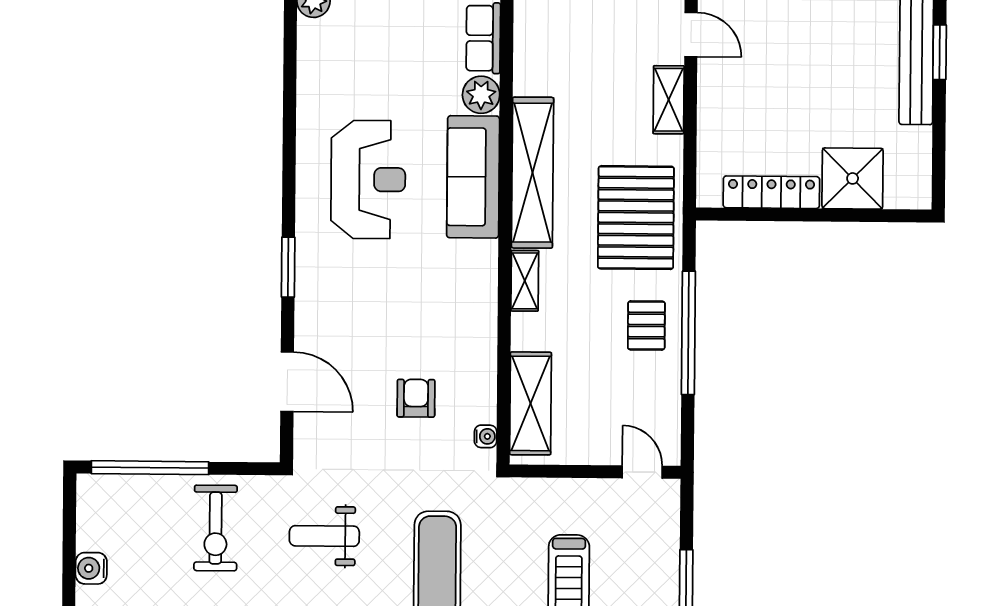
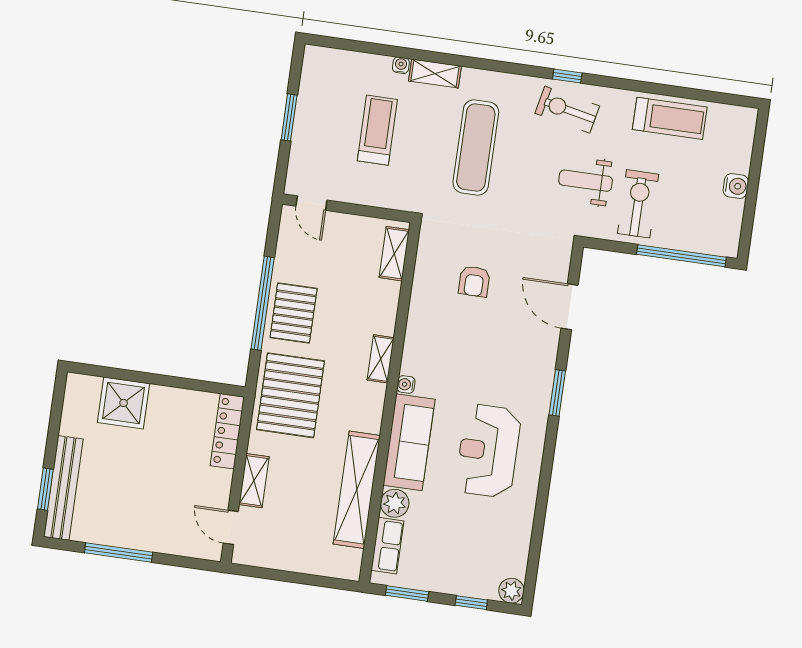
shelving: (533, 173) -> (357, 490), moved
locker: (771, 192) -> (227, 431), moved, turned 90
pallet: (646, 325) -> (294, 313), width x1.50, depth x1.42
shelving: (530, 403) -> (394, 254), width x0.67, depth x0.75
water cooler: (486, 436) -> (406, 384), moved
weight bench: (324, 536) -> (585, 181), moved, turned 180

